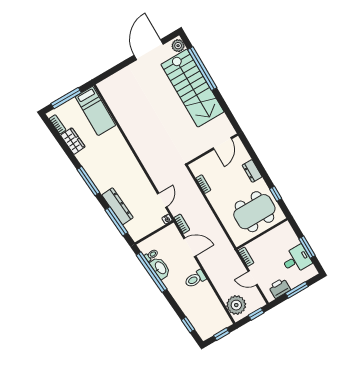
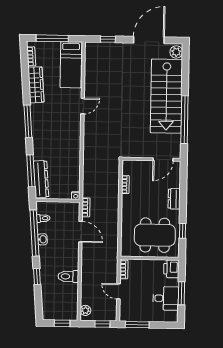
window: (202, 69) -> (184, 120), moved
window: (114, 70) -> (108, 39), added
wardrobe: (73, 141) -> (36, 85), width x1.50
door: (162, 200) -> (83, 106), moved
dresser: (118, 206) -> (41, 179), moved
washbasin: (160, 268) -> (42, 239), width x0.52, depth x0.69
toilet: (195, 279) -> (68, 276), moved
printer: (279, 288) -> (171, 269), moved, turned -90
window: (297, 290) -> (137, 325), moved
plant: (236, 305) -> (85, 310), width x0.53, depth x0.53
window: (188, 325) -> (37, 277), moved

